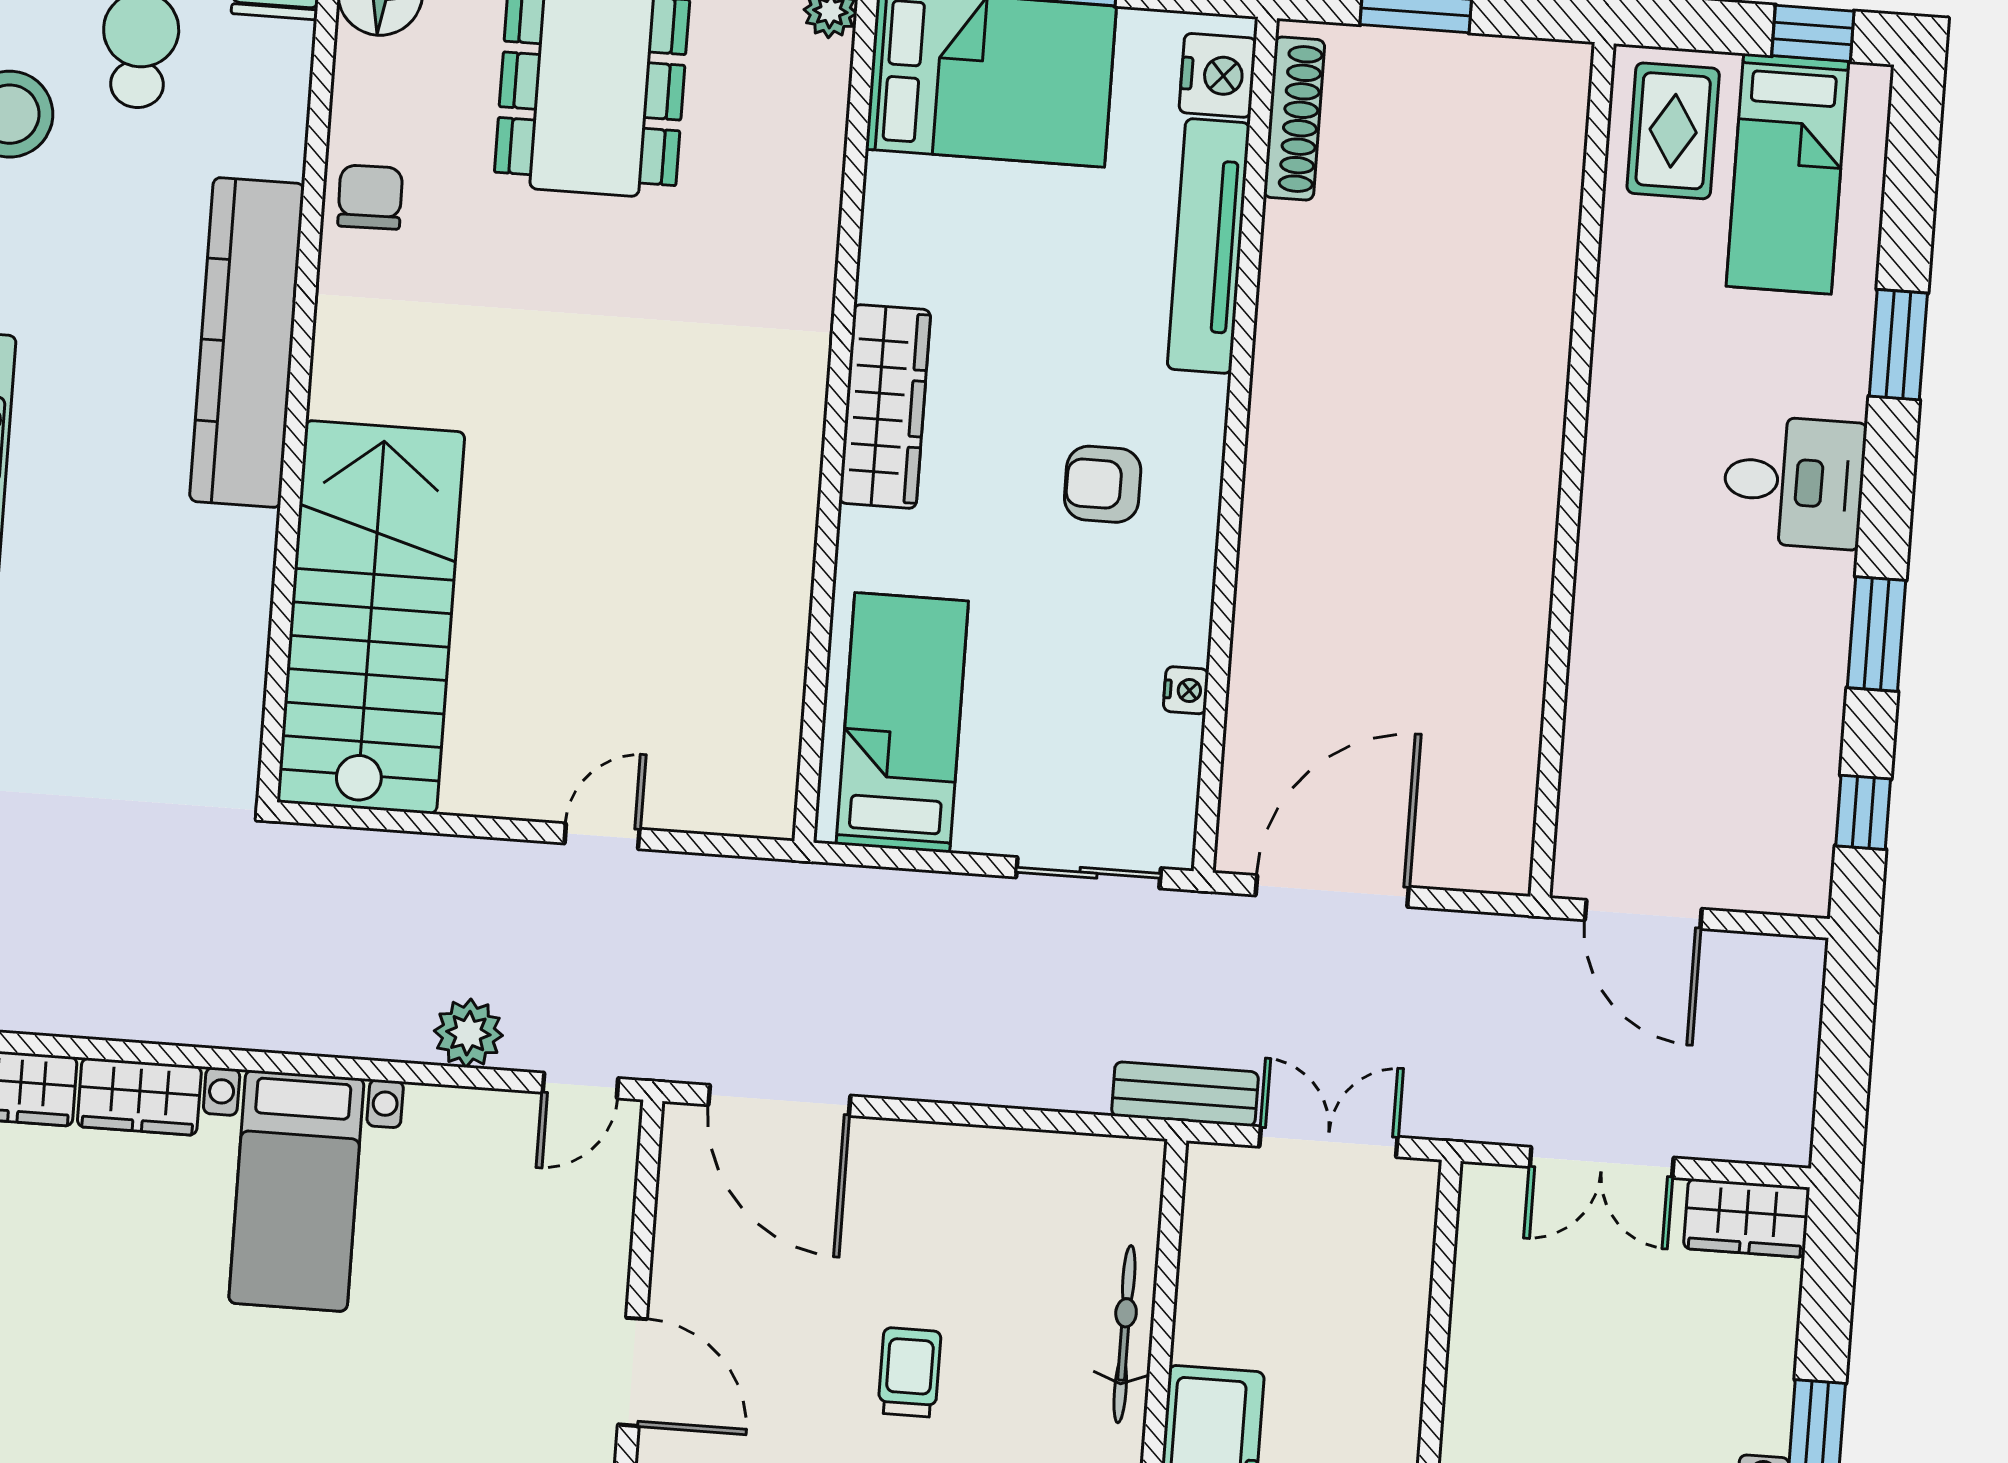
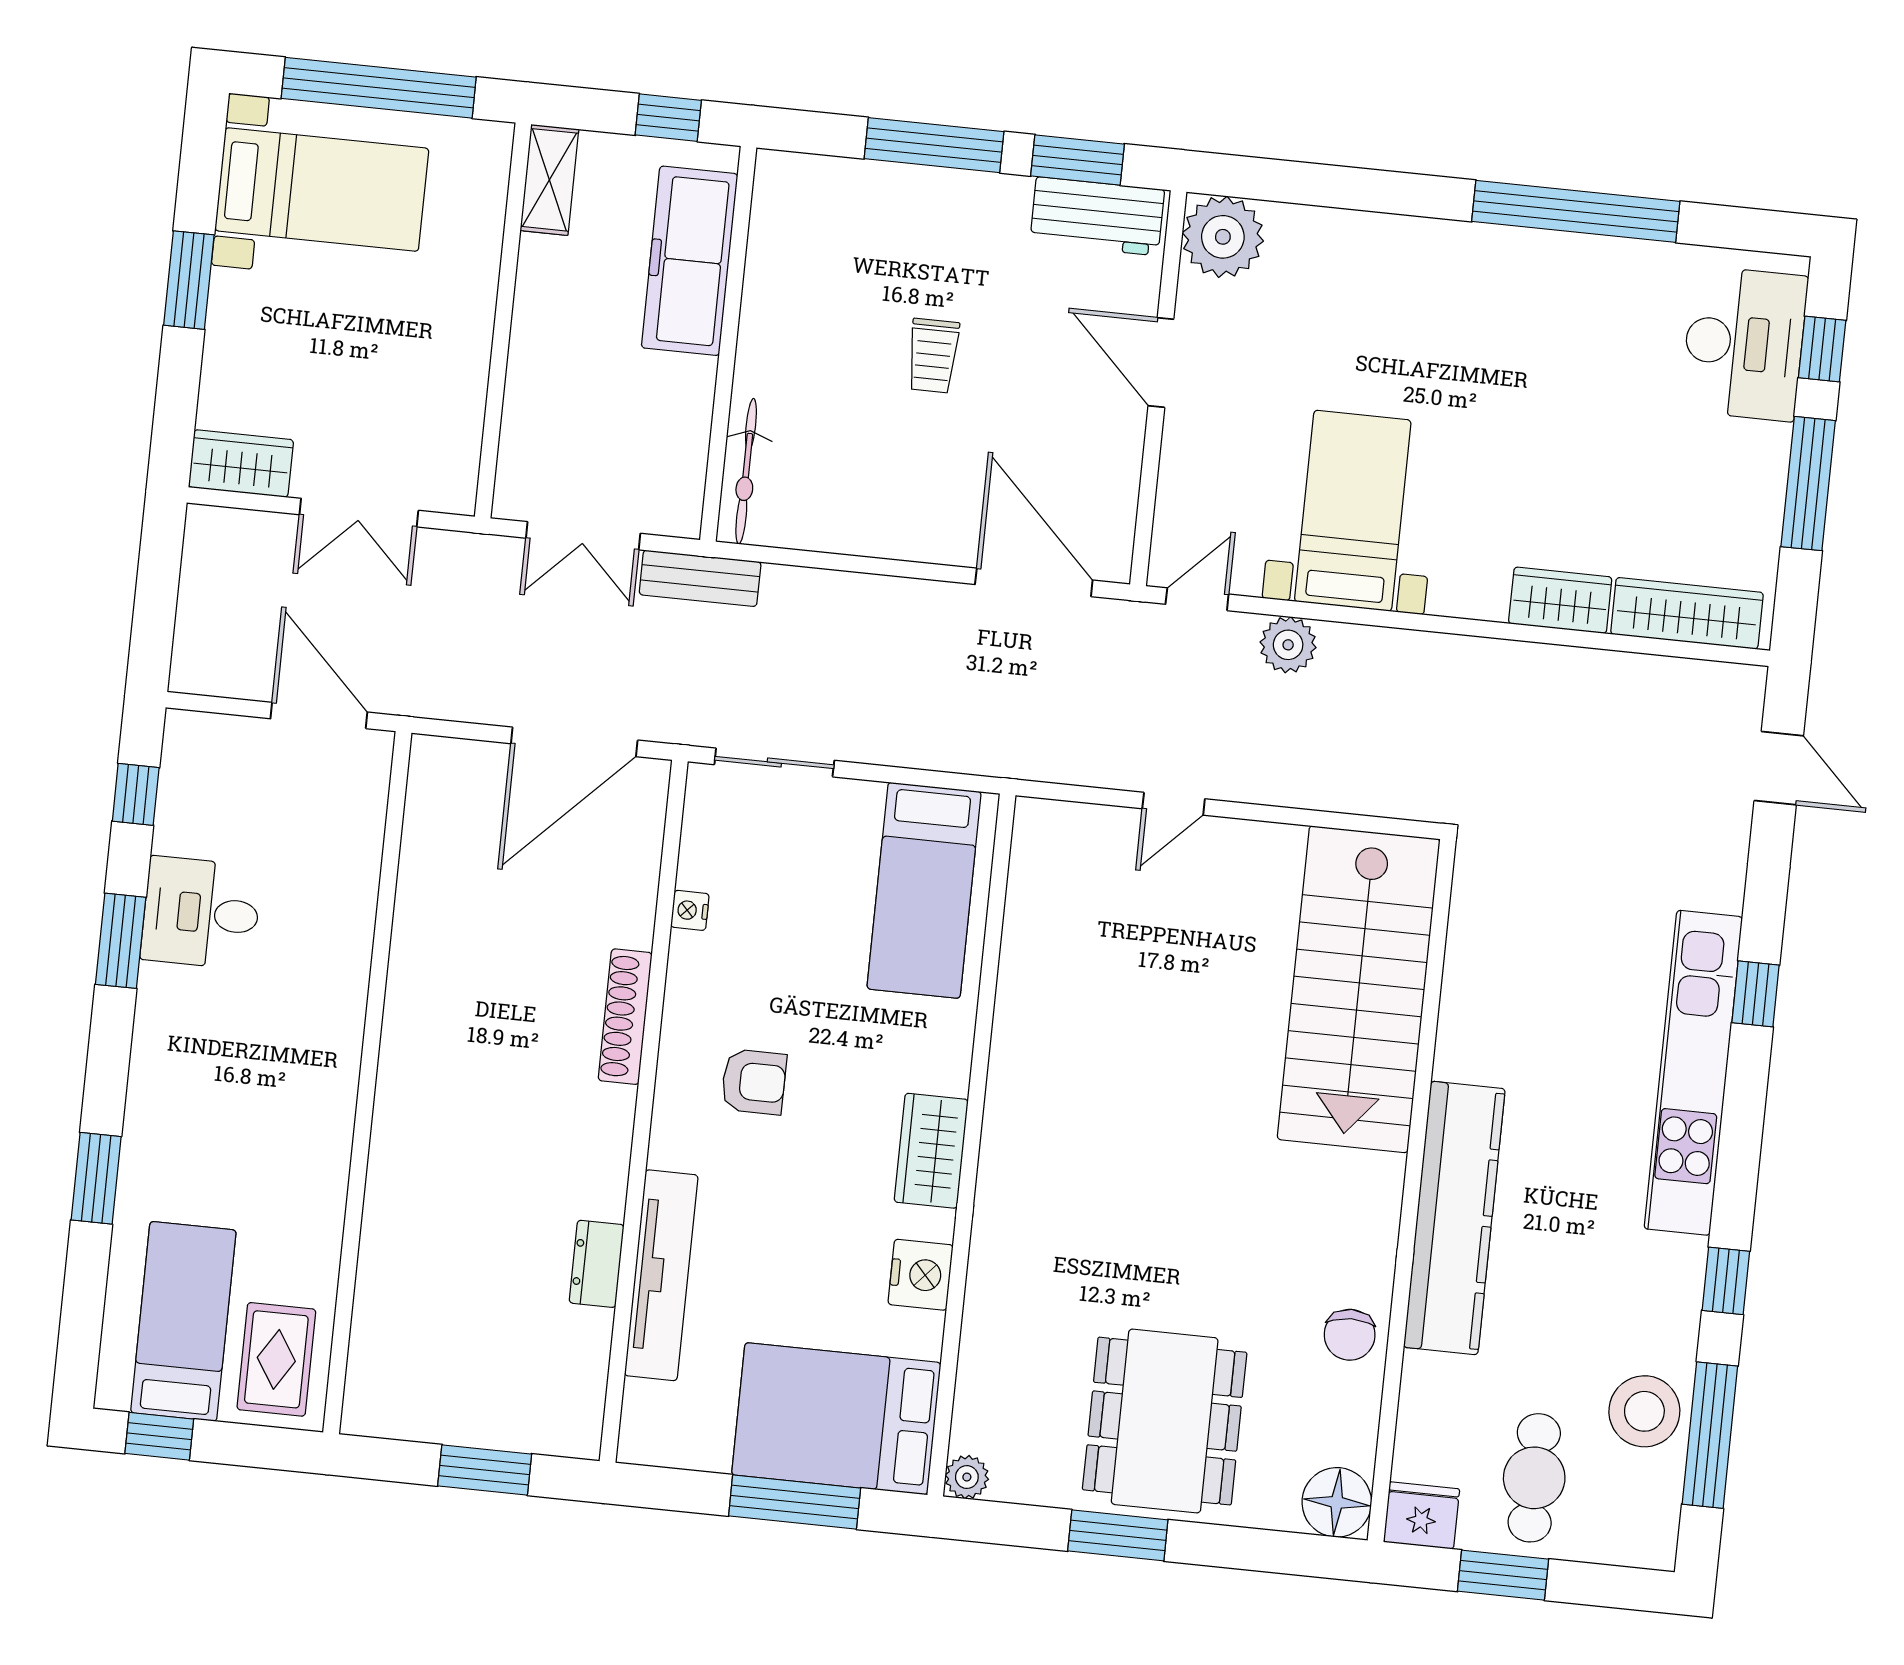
nightstand: (1218, 75) -> (921, 1275), moved, turned 180
shoe rack: (1294, 119) -> (625, 1017), moved
dresser: (1287, 258) -> (597, 1264), added
wardrobe: (885, 406) -> (931, 1151), width x0.67
desk: (1794, 482) -> (201, 913), moved
double door: (1602, 1162) -> (359, 513), swing flipped
bed with nightstands: (296, 1191) -> (1353, 511), moved
bicycle: (1124, 1334) -> (746, 471), moved

